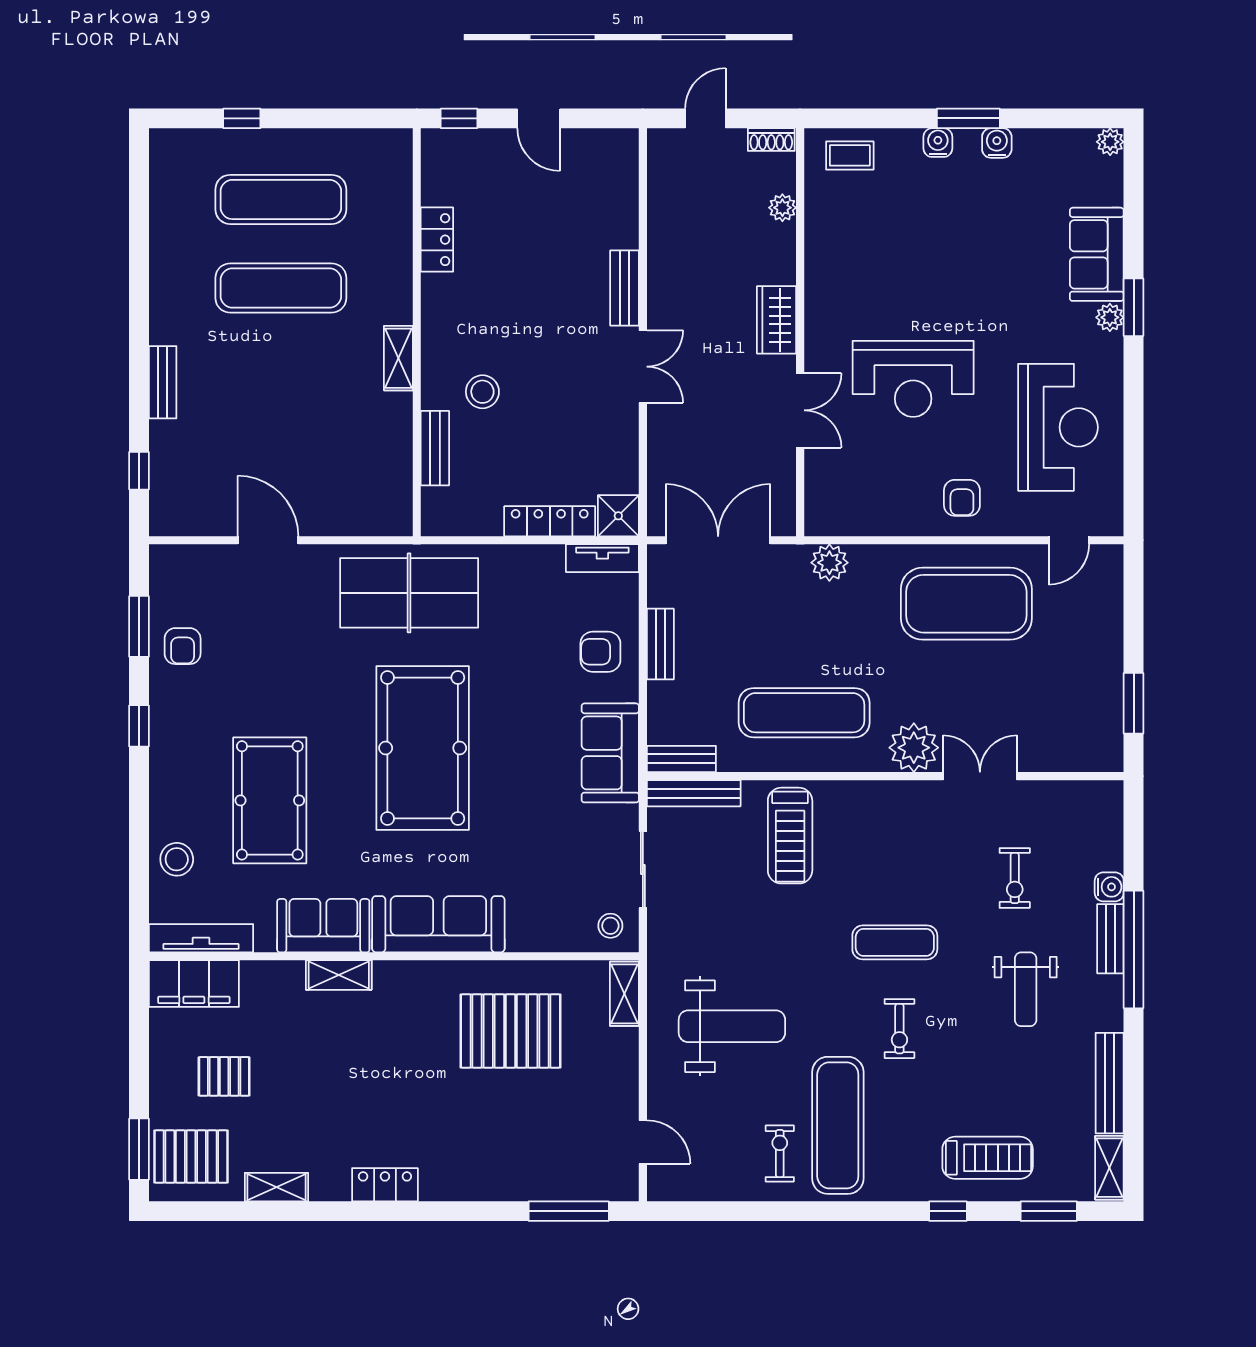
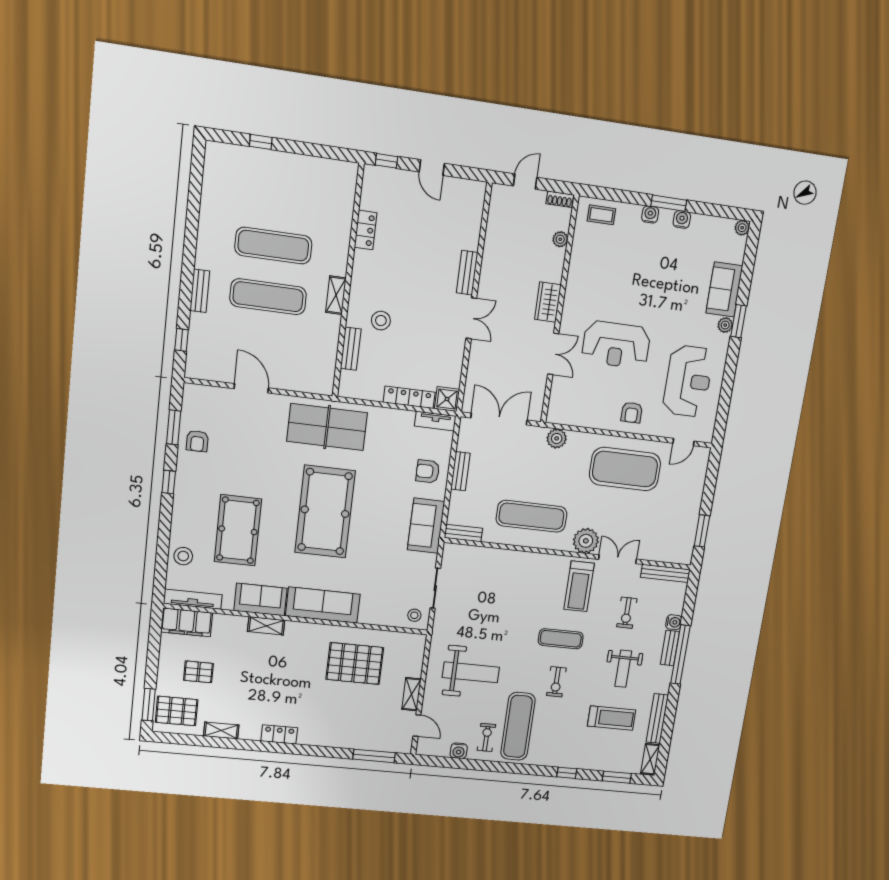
exercise mat: (281, 199) -> (268, 297), moved
bench: (694, 793) -> (665, 573), moved
treadmill: (790, 836) -> (579, 586), moved
shelving: (624, 994) -> (411, 694), moved
treadmill: (988, 1158) -> (612, 718), moved
water cooler: (730, 1186) -> (459, 751), added

